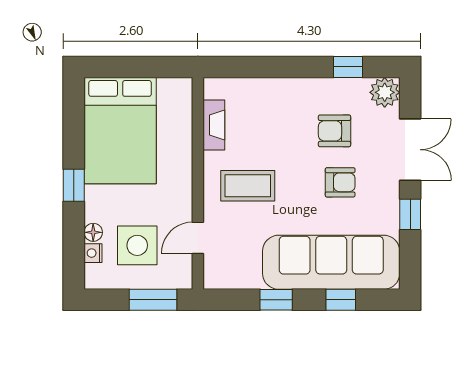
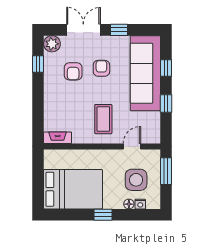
fireplace: (214, 125) -> (58, 138), moved
door: (198, 238) -> (132, 146), swing flipped

